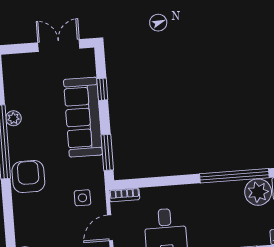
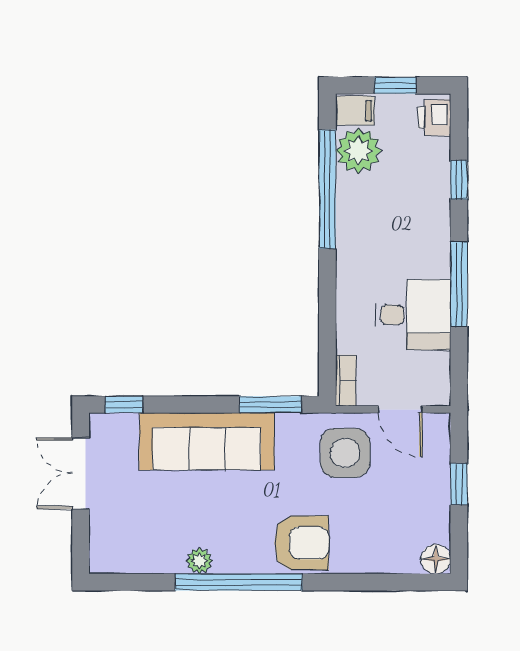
window: (102, 89) -> (124, 404), moved
armchair: (28, 177) -> (301, 543), turned 180
side table: (82, 198) -> (345, 453), width x1.87, depth x1.87

